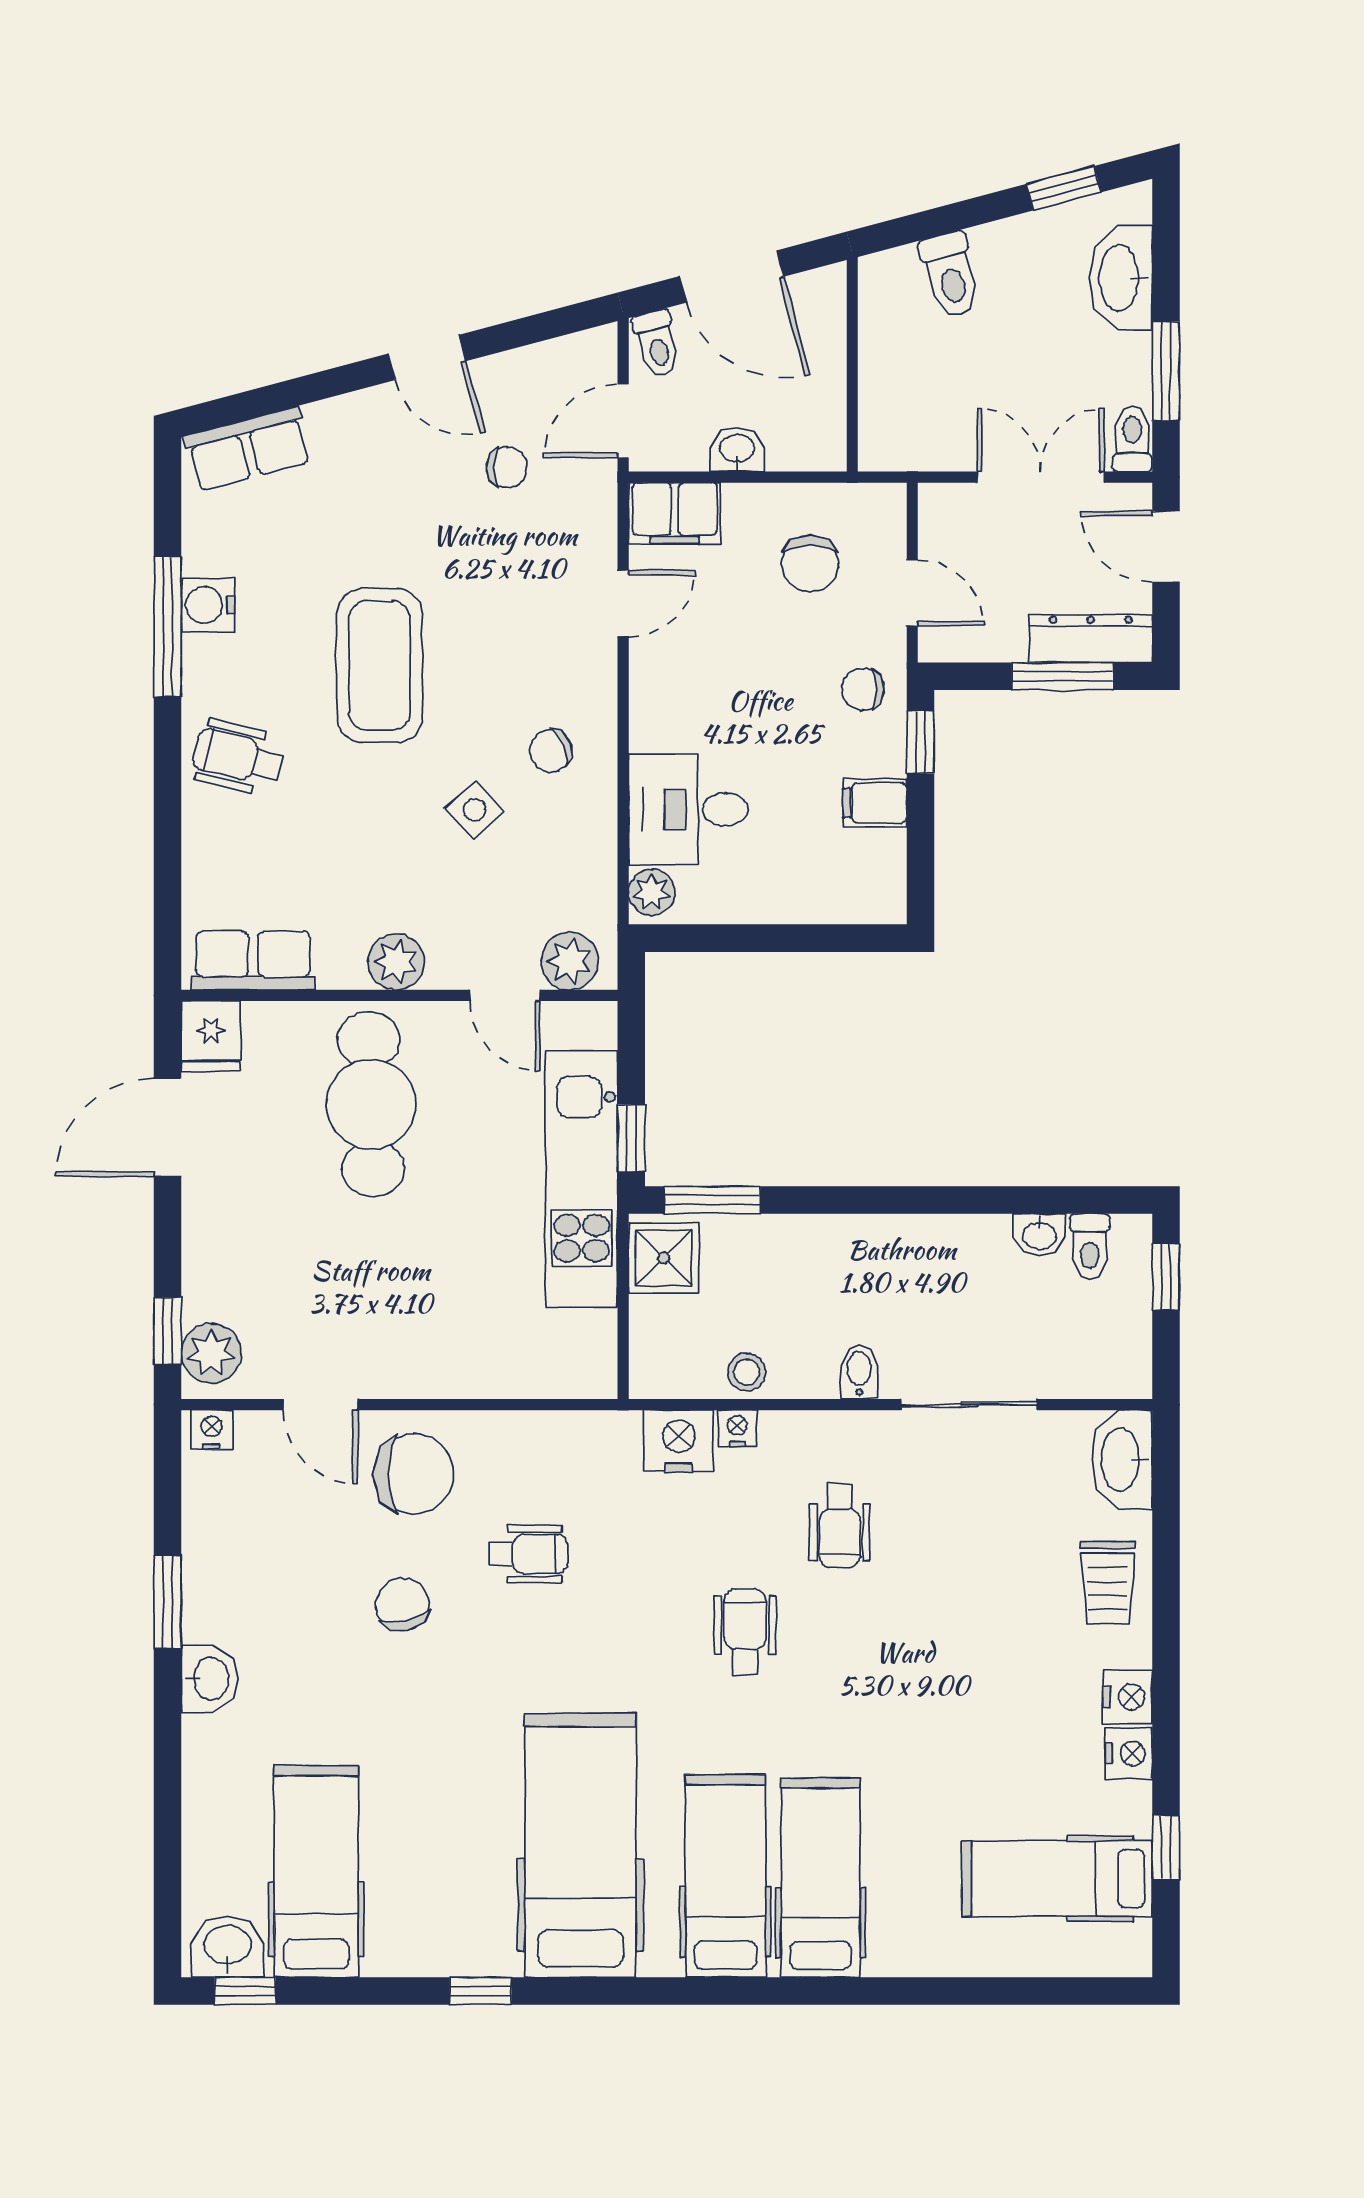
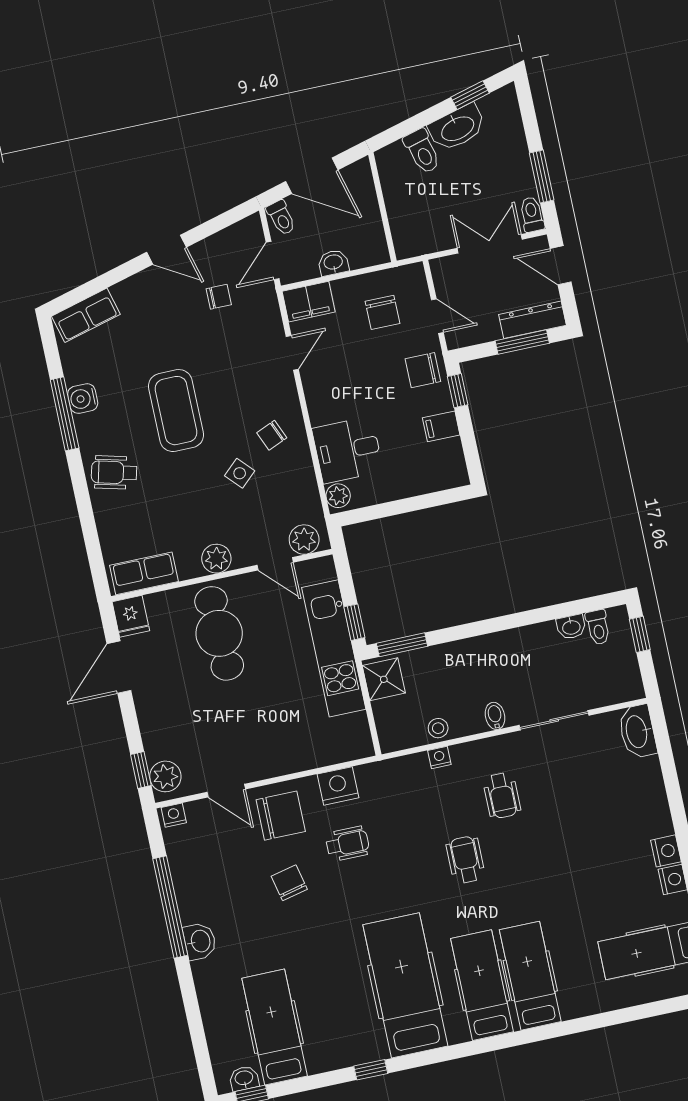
washbasin: (1121, 278) -> (457, 128), moved, turned -105
chair: (863, 689) -> (423, 370), width x1.37, depth x1.37
nightstand: (679, 1441) -> (338, 786), moved
trolley: (1108, 1583) -> (643, 795), removed
window: (168, 1602) -> (170, 907), width x2.11
washbasin: (227, 1946) -> (244, 1078), width x0.72, depth x0.69

